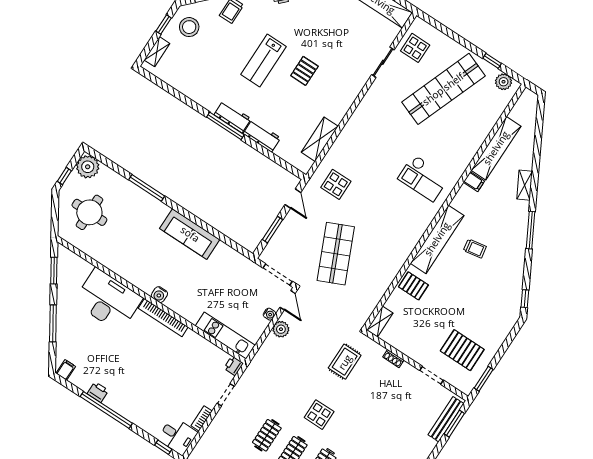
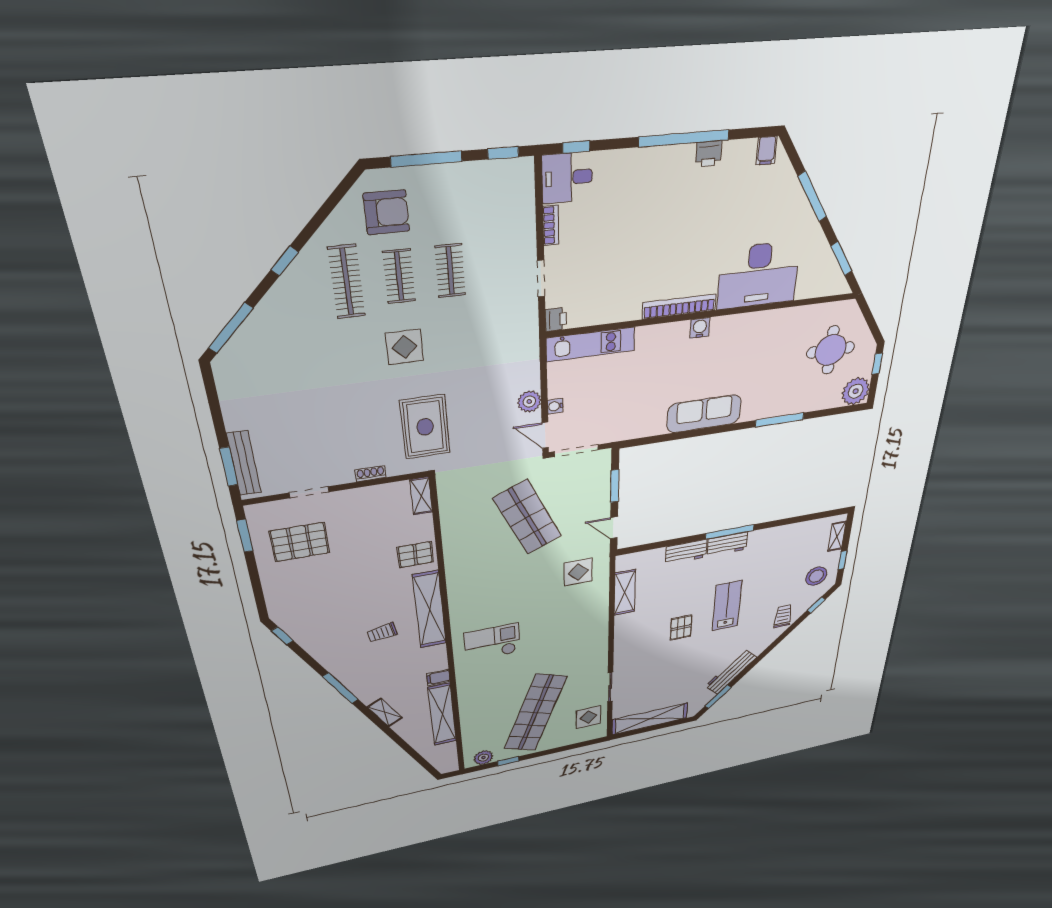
rug: (345, 362) -> (425, 427), width x1.36, depth x1.43

